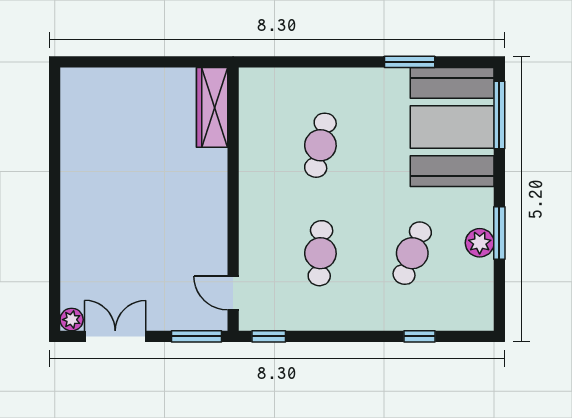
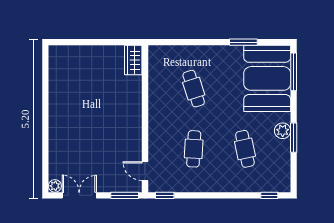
wardrobe: (212, 107) -> (133, 60), width x0.67
cafe table: (320, 145) -> (194, 89), turned -30
plant: (480, 243) -> (283, 131), moved
cafe table: (412, 253) -> (245, 149), turned -33
window: (420, 336) -> (269, 195), moved

